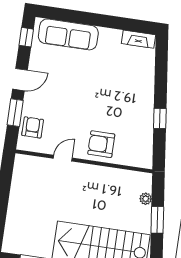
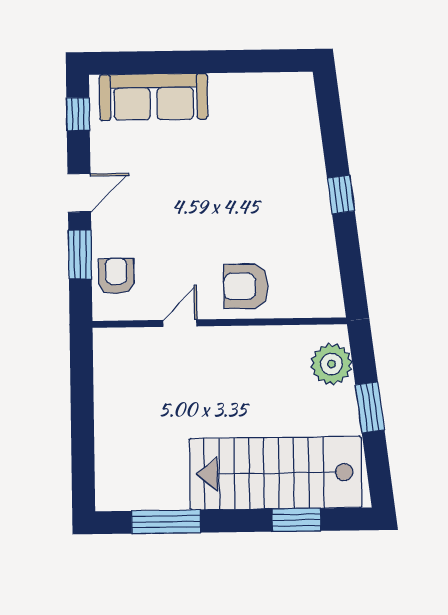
fireplace: (139, 39) -> (283, 85), removed
window: (160, 118) -> (341, 194), moved
plant: (146, 199) -> (331, 364), width x1.88, depth x1.88

